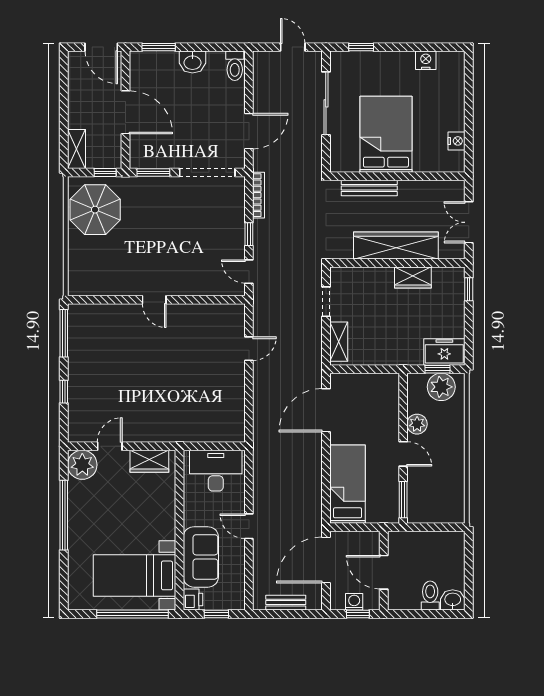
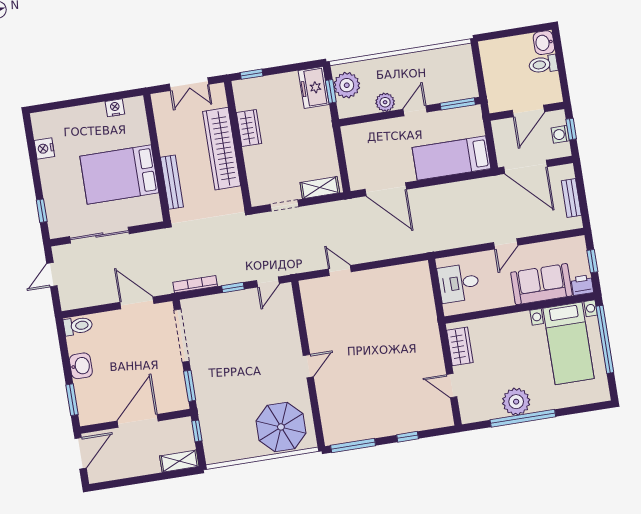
parasol: (95, 210) -> (281, 427), moved
plant: (82, 465) -> (516, 402), moved
desk: (216, 471) -> (459, 283), width x0.73

